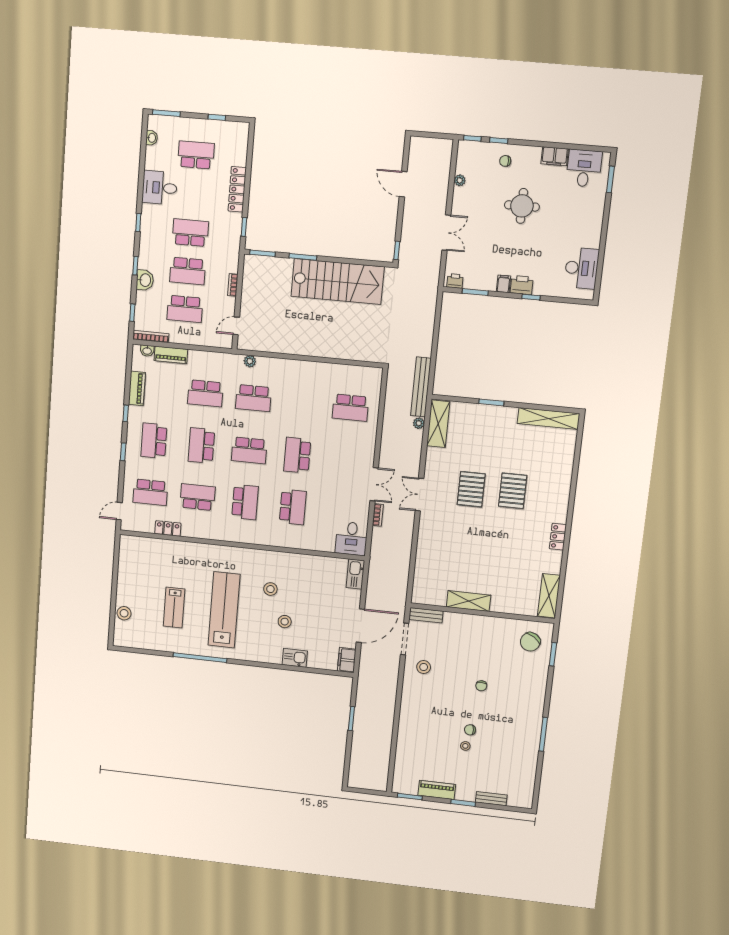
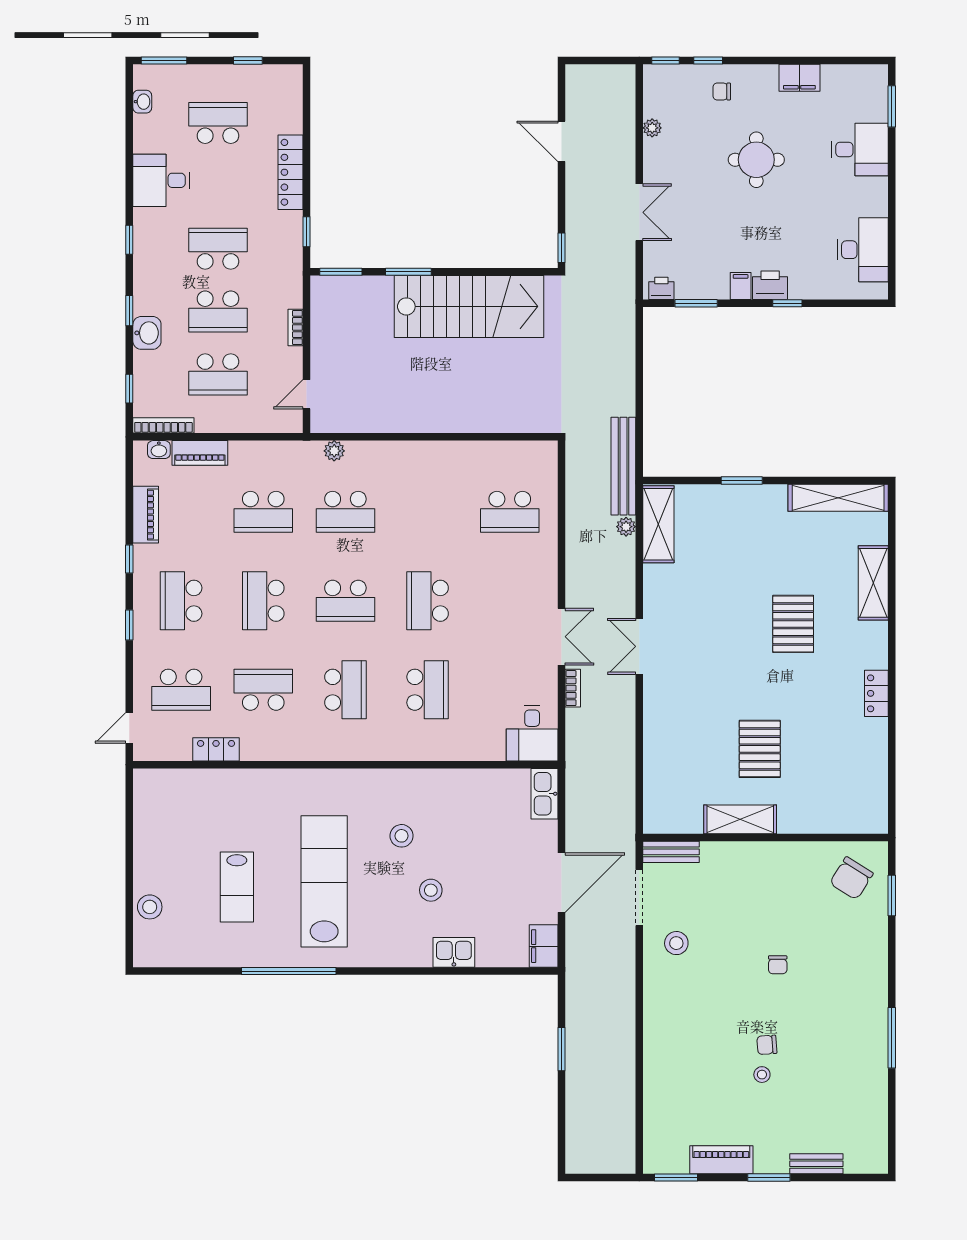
desk: (584, 168) -> (860, 150), moved, turned 90
pallet: (471, 489) -> (760, 749), moved
shelving: (549, 596) -> (873, 583), moved

